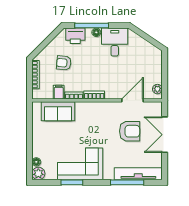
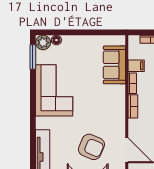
armchair: (130, 131) -> (91, 147), turned -67
window: (72, 182) -> (33, 57), moved
window: (127, 182) -> (33, 144), removed

